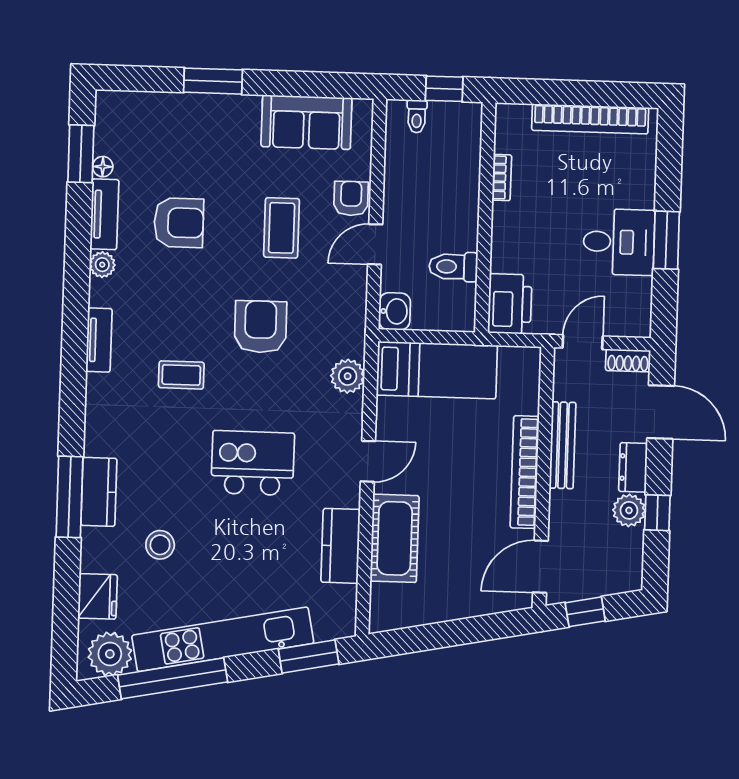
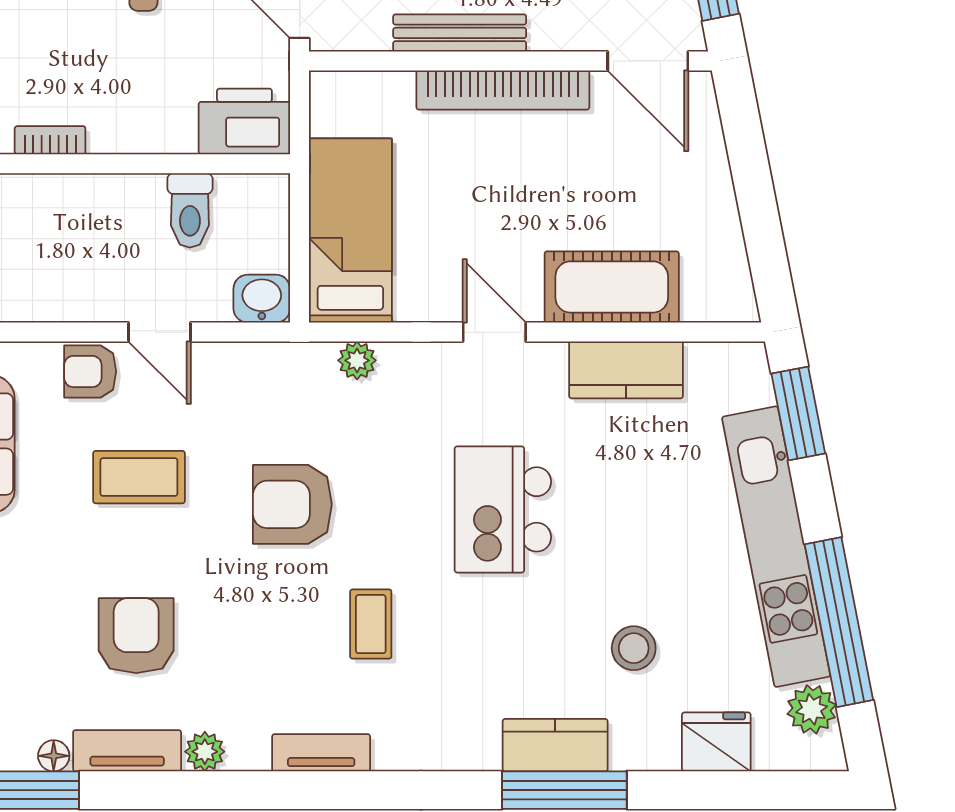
plant: (348, 376) -> (357, 360), width x0.73, depth x0.73
plant: (110, 654) -> (812, 709), width x0.73, depth x0.73

